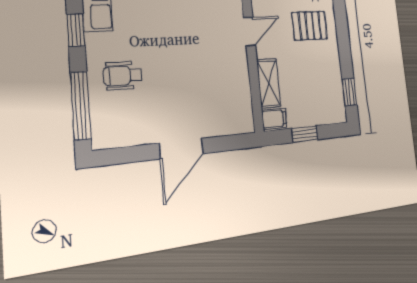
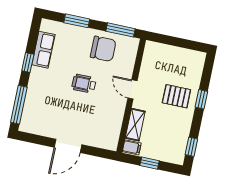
window: (341, 21) -> (201, 99), added
door: (250, 32) -> (132, 89), swing flipped
wheelchair: (123, 76) -> (84, 84), moved

